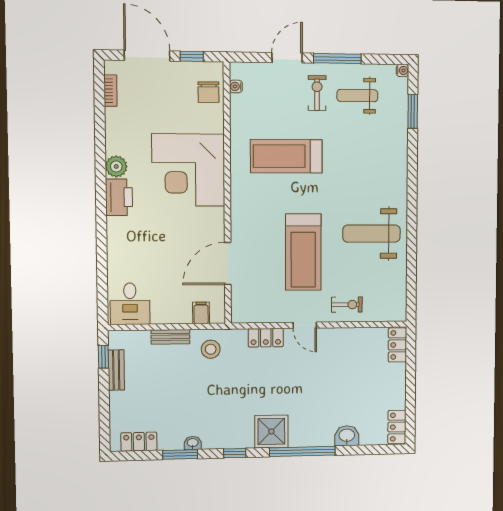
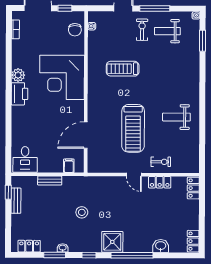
treadmill: (286, 156) -> (123, 69), width x0.73, depth x0.73
weight bench: (371, 234) -> (176, 117), width x0.73, depth x0.75
locker: (266, 338) -> (160, 182), moved
stool: (211, 349) -> (82, 212), moved

